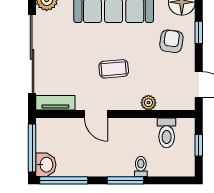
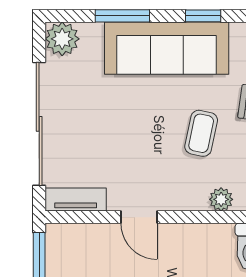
coffee table: (114, 69) -> (201, 133), moved, turned -73

